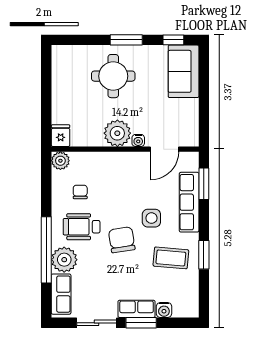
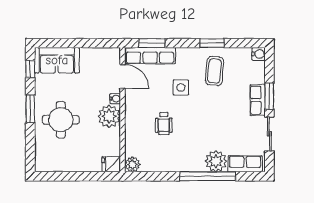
chair: (80, 192) -> (159, 148), removed
row of seats: (189, 202) -> (150, 56), moved
wheelchair: (82, 227) -> (164, 123), moved, width x0.73, depth x0.73
chair: (122, 240) -> (199, 113), removed
water cooler: (164, 310) -> (259, 54), moved

